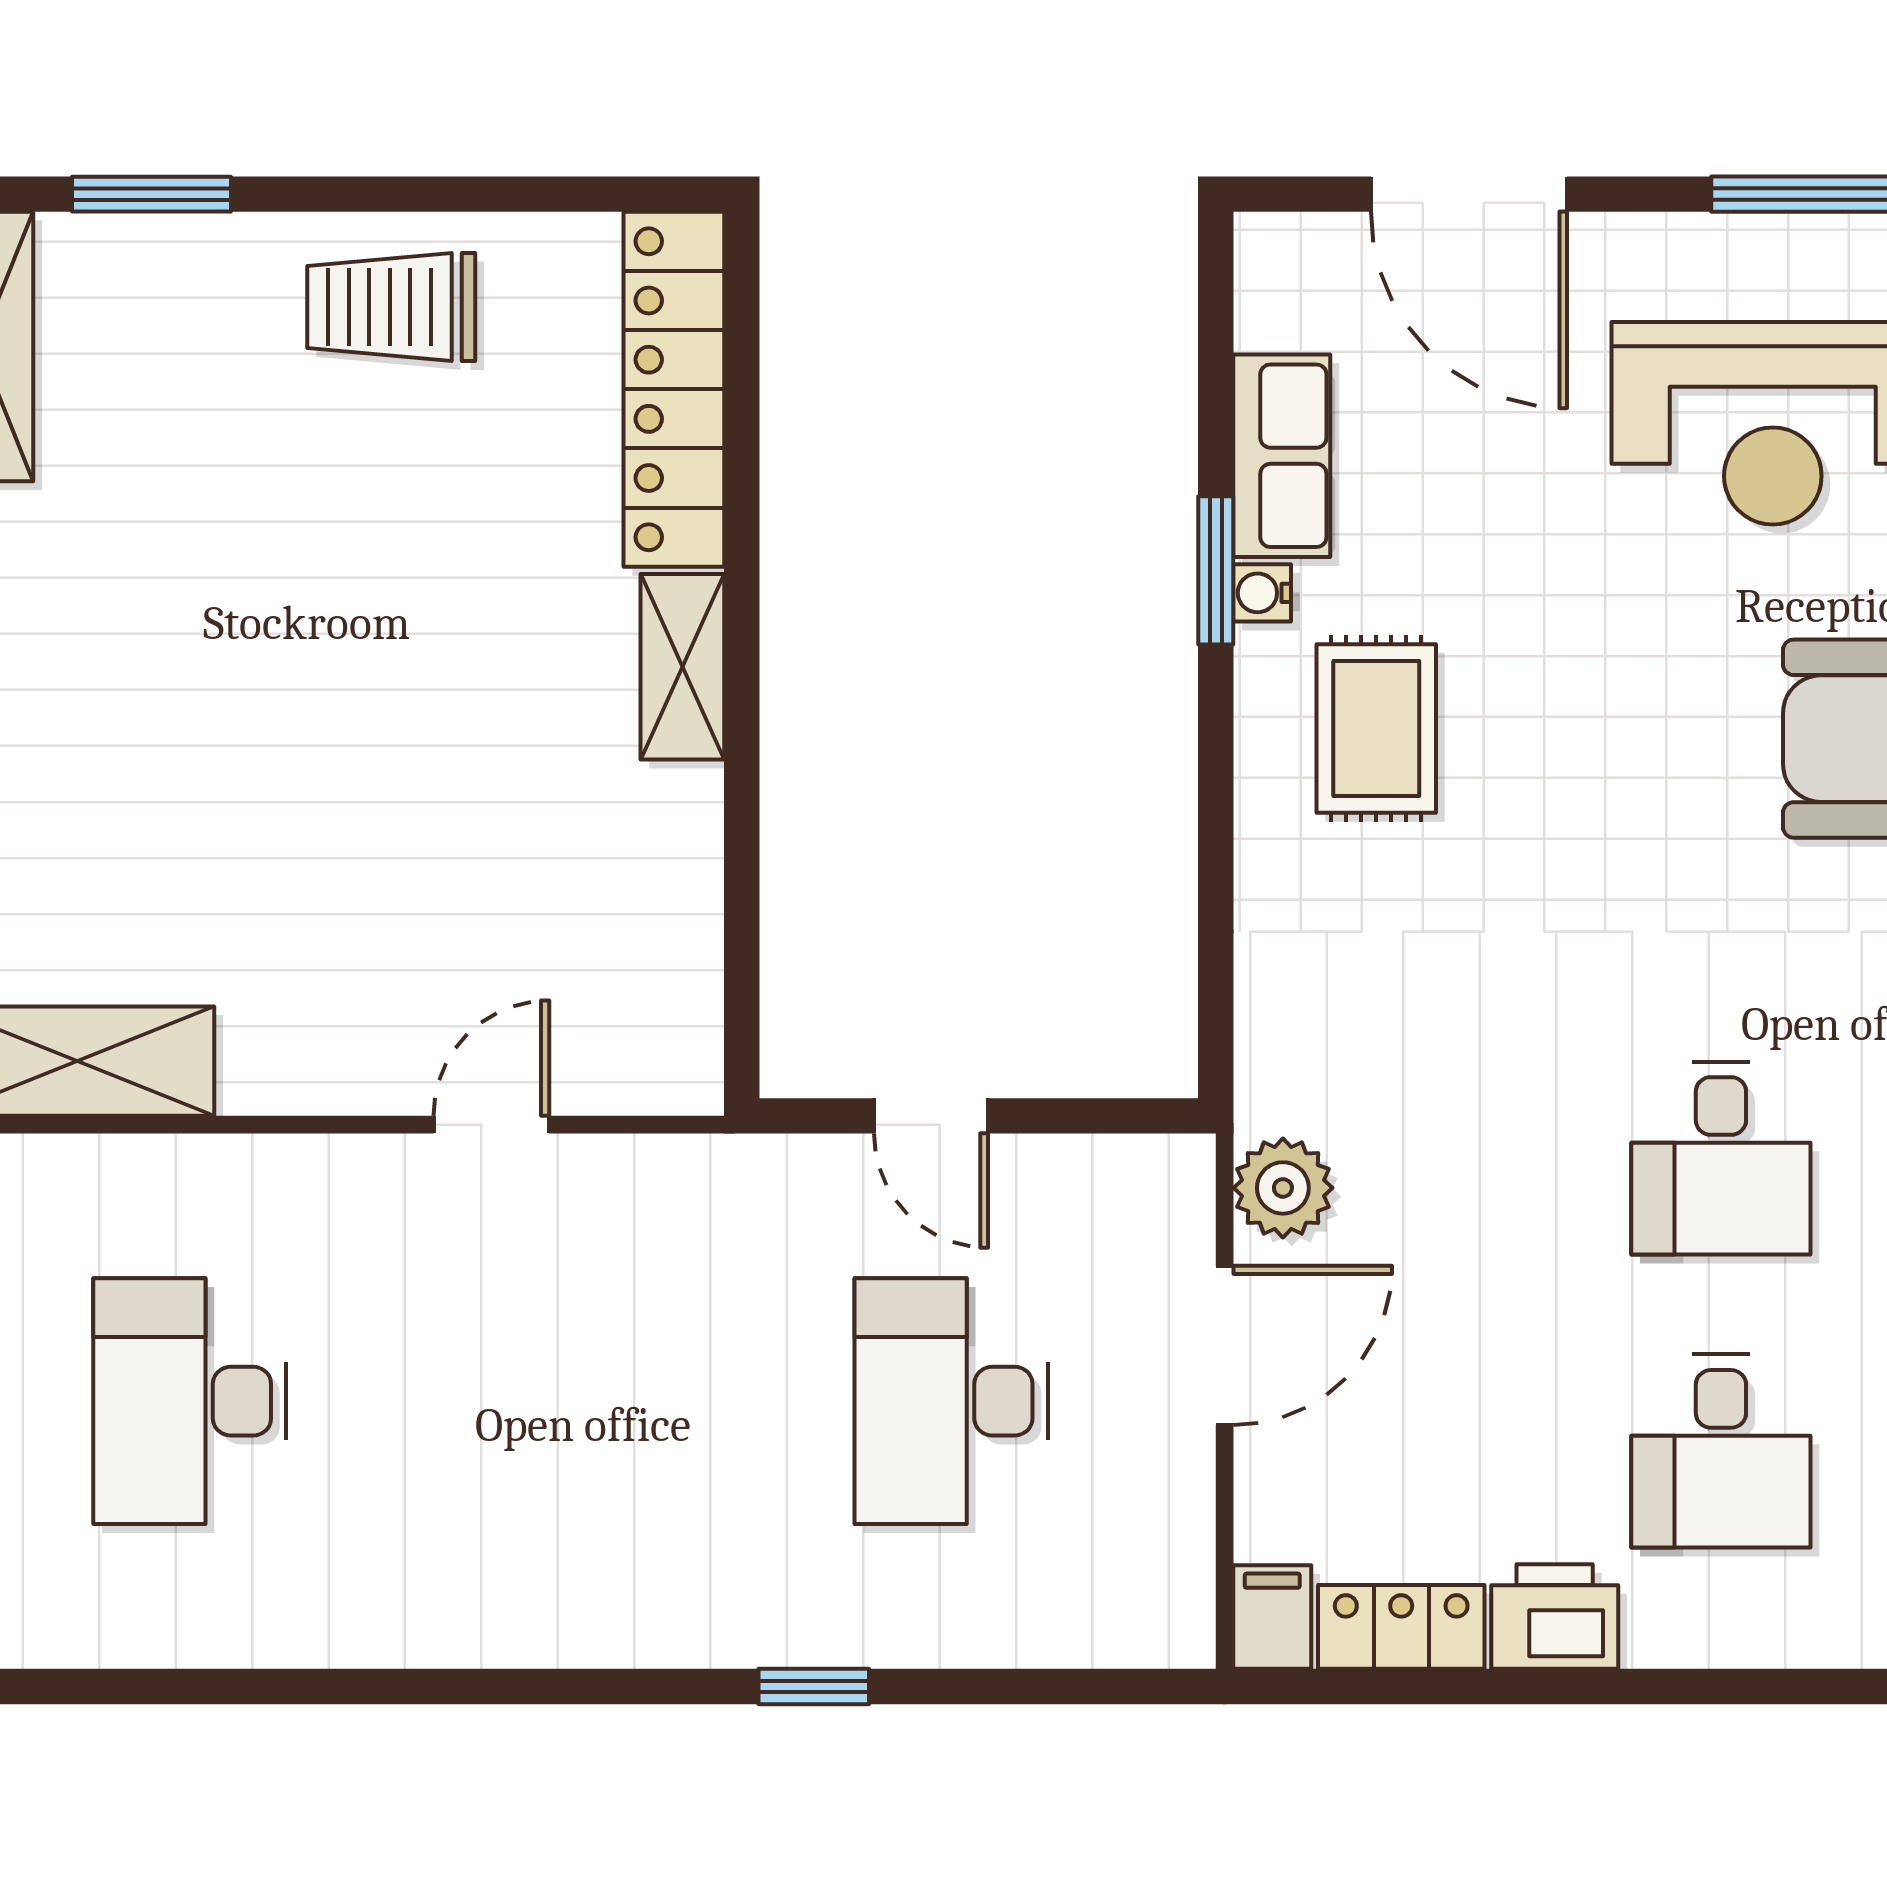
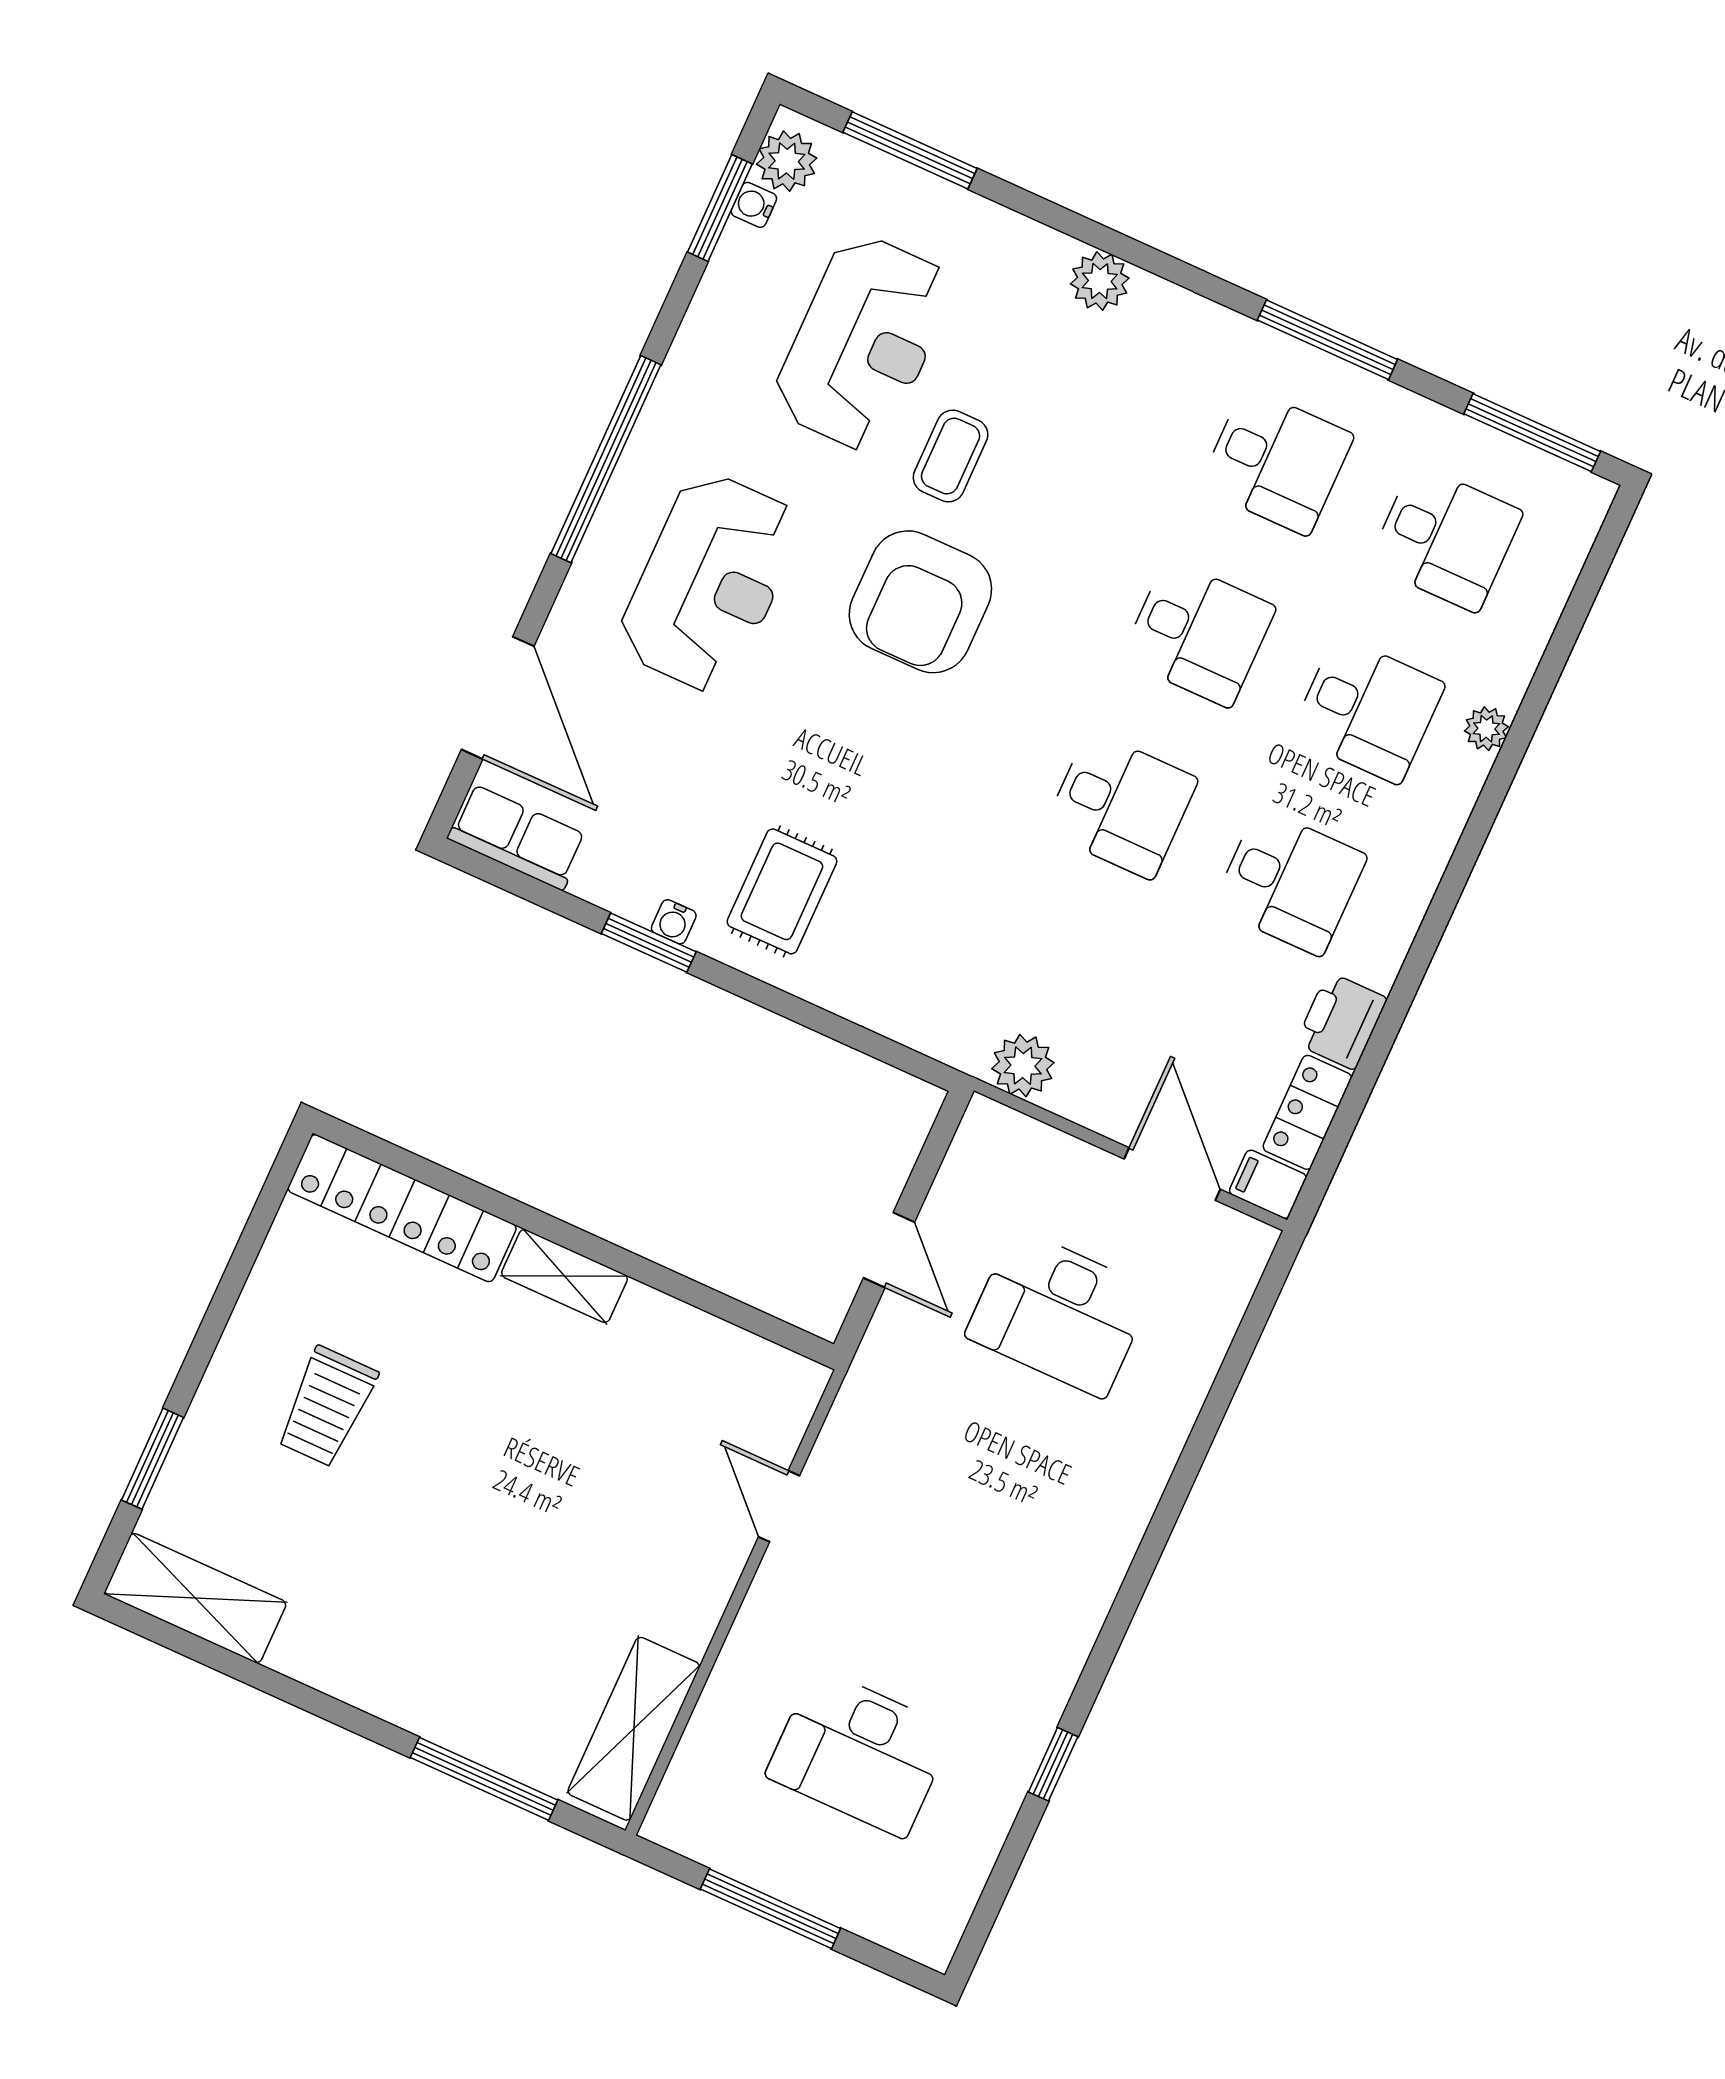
door: (1469, 194) -> (498, 698), hinge flipped
trolley: (391, 307) -> (327, 1407), moved
row of seats: (1282, 456) -> (517, 837), moved
rug: (1376, 728) -> (782, 891), turned 90
door: (931, 1116) -> (889, 1250), hinge flipped
door: (1225, 1345) -> (1172, 1174), moved
window: (814, 1686) -> (1053, 1764), moved

